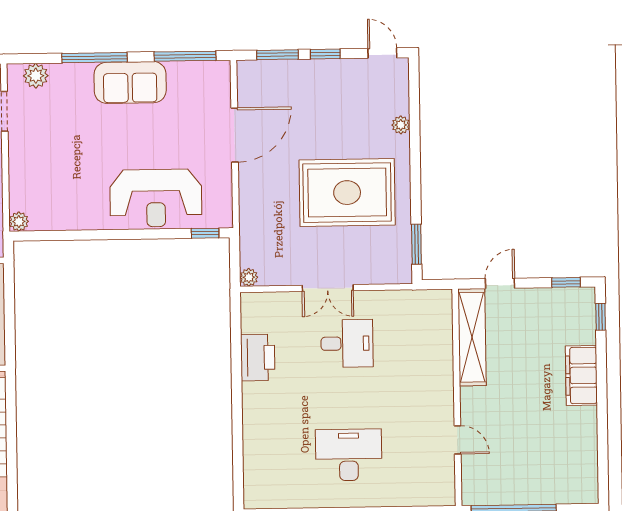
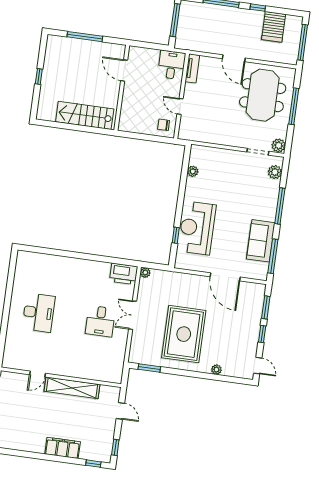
door: (382, 53) -> (258, 366), hinge flipped
sofa: (130, 82) -> (261, 241), moved
plant: (19, 222) -> (193, 171), moved
window: (205, 233) -> (176, 235), moved
shelving: (472, 337) -> (72, 388), moved
printer: (258, 357) -> (124, 274), moved

